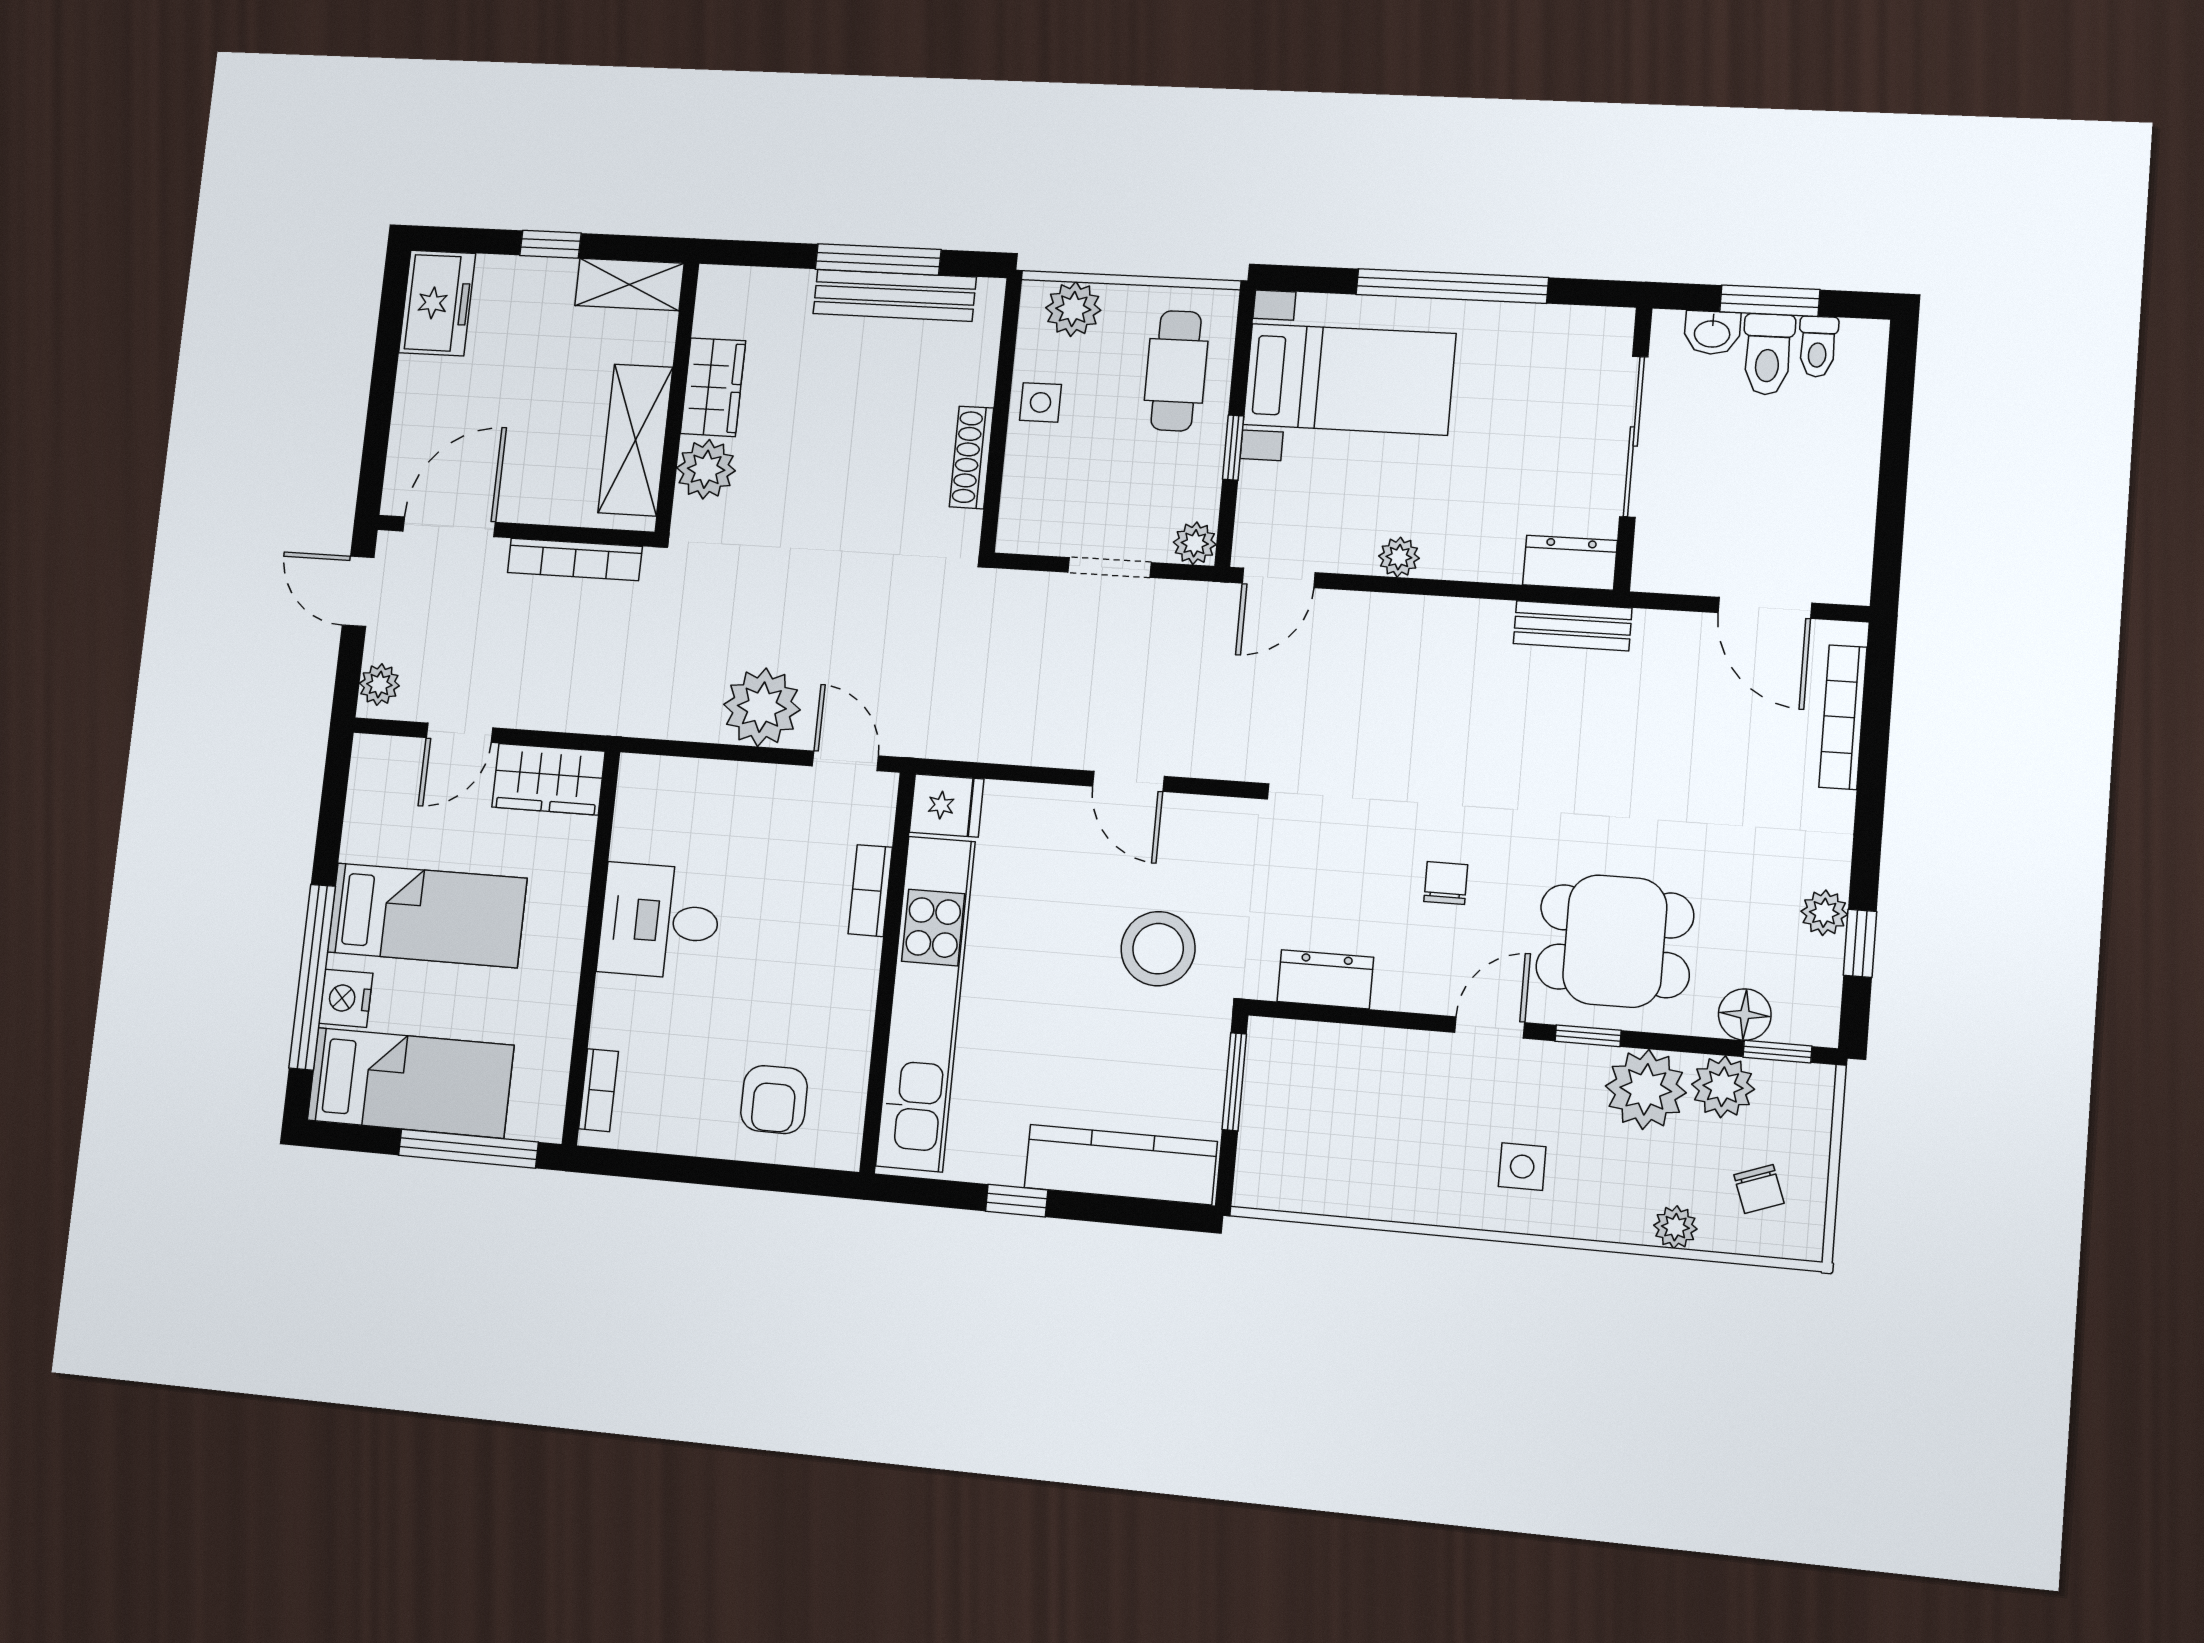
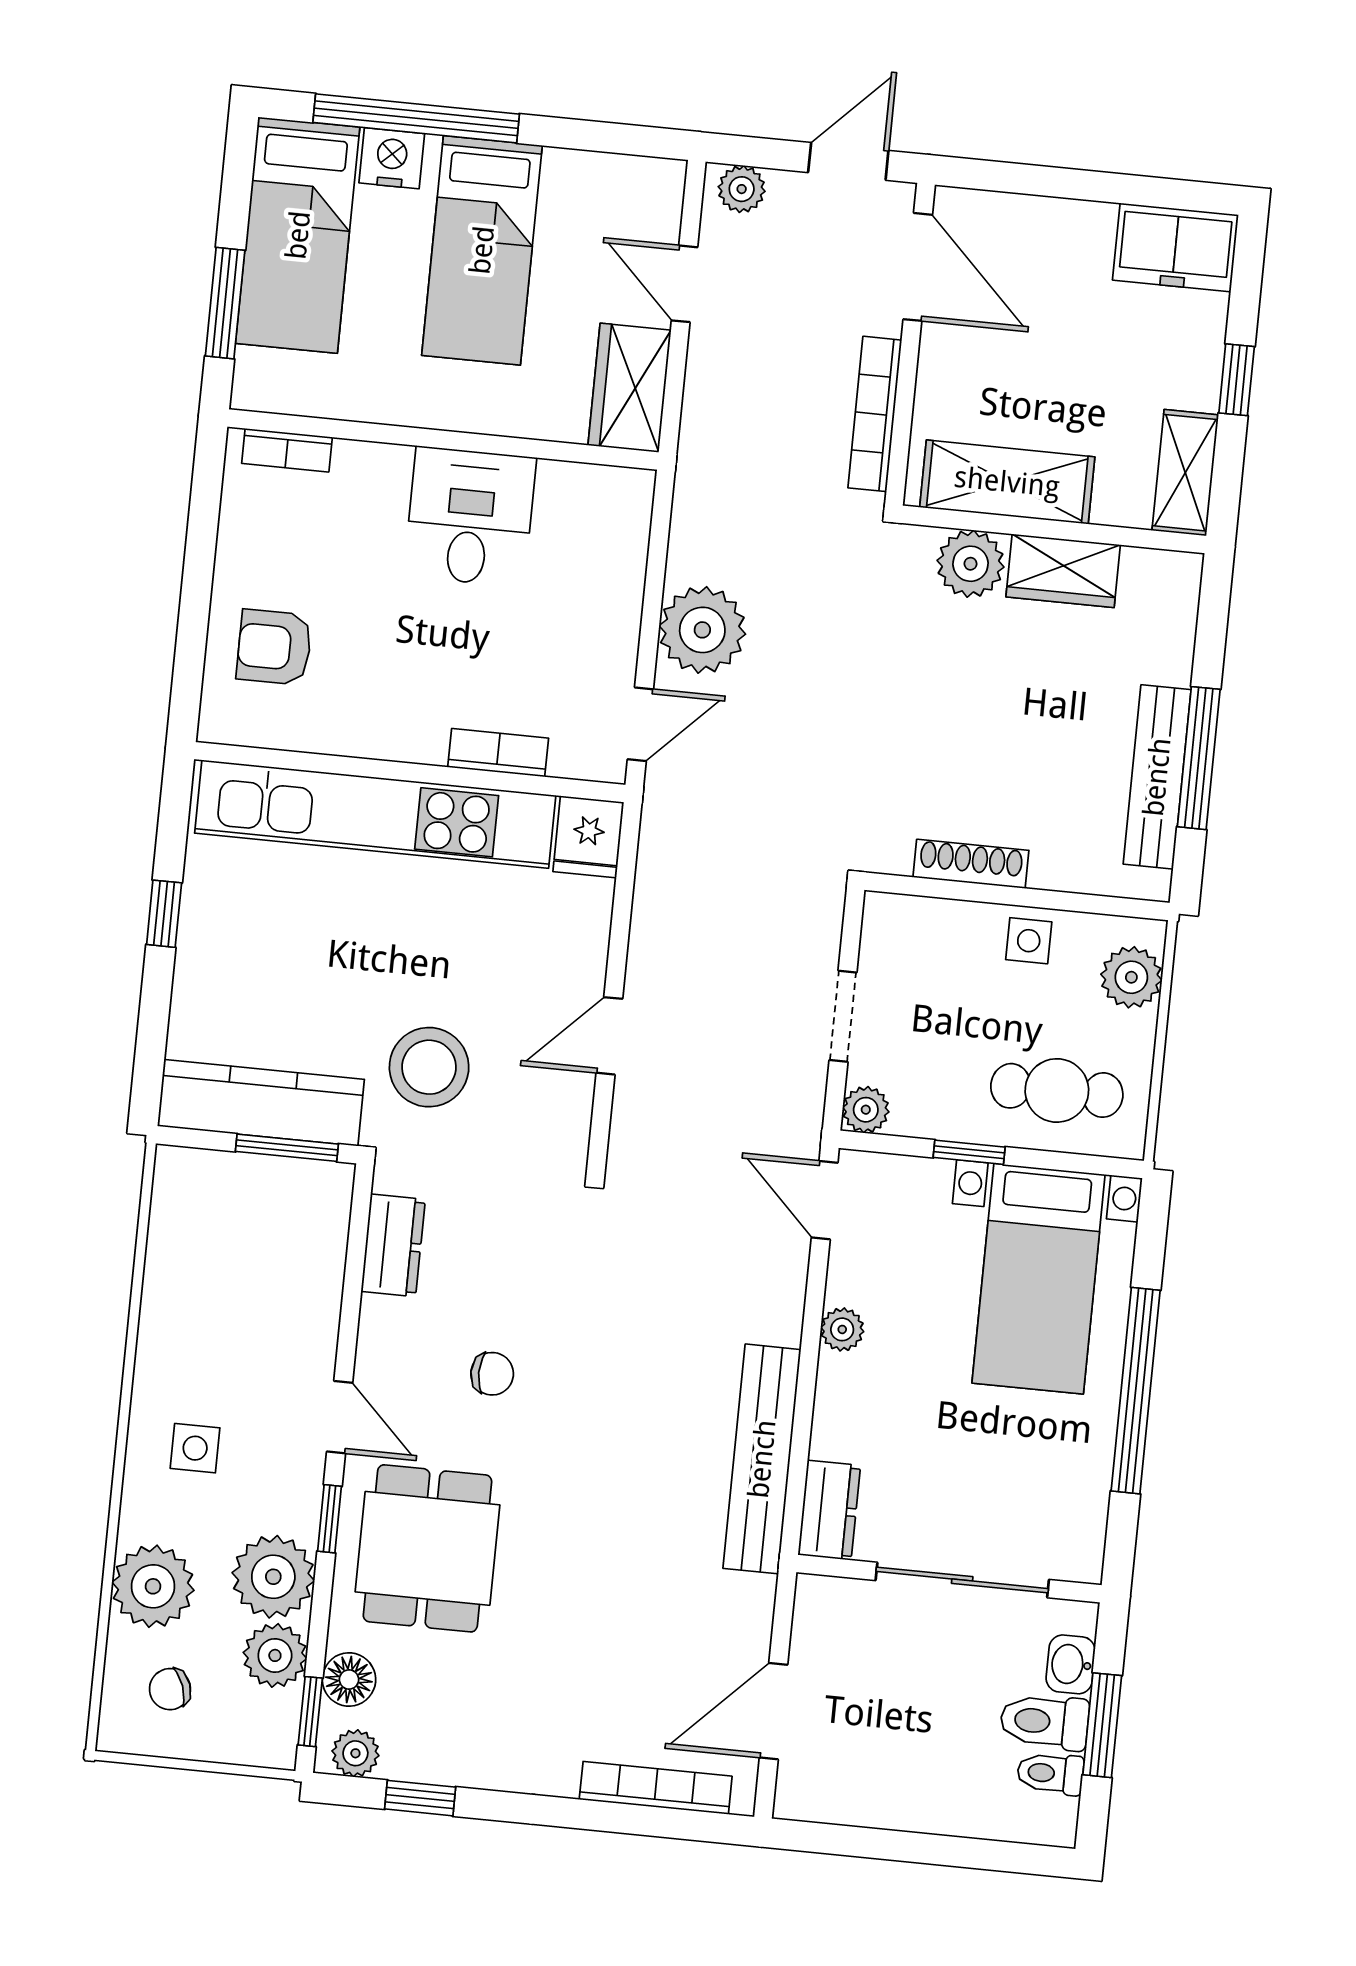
bench: (1572, 626) -> (762, 1459), width x1.86, depth x1.21
plant: (1824, 913) -> (355, 1753), moved
window: (468, 1149) -> (225, 303), width x0.69
kitchen counter: (1121, 1165) -> (261, 1103), moved, turned -90
plant: (1675, 1227) -> (153, 1586), width x1.87, depth x1.87

